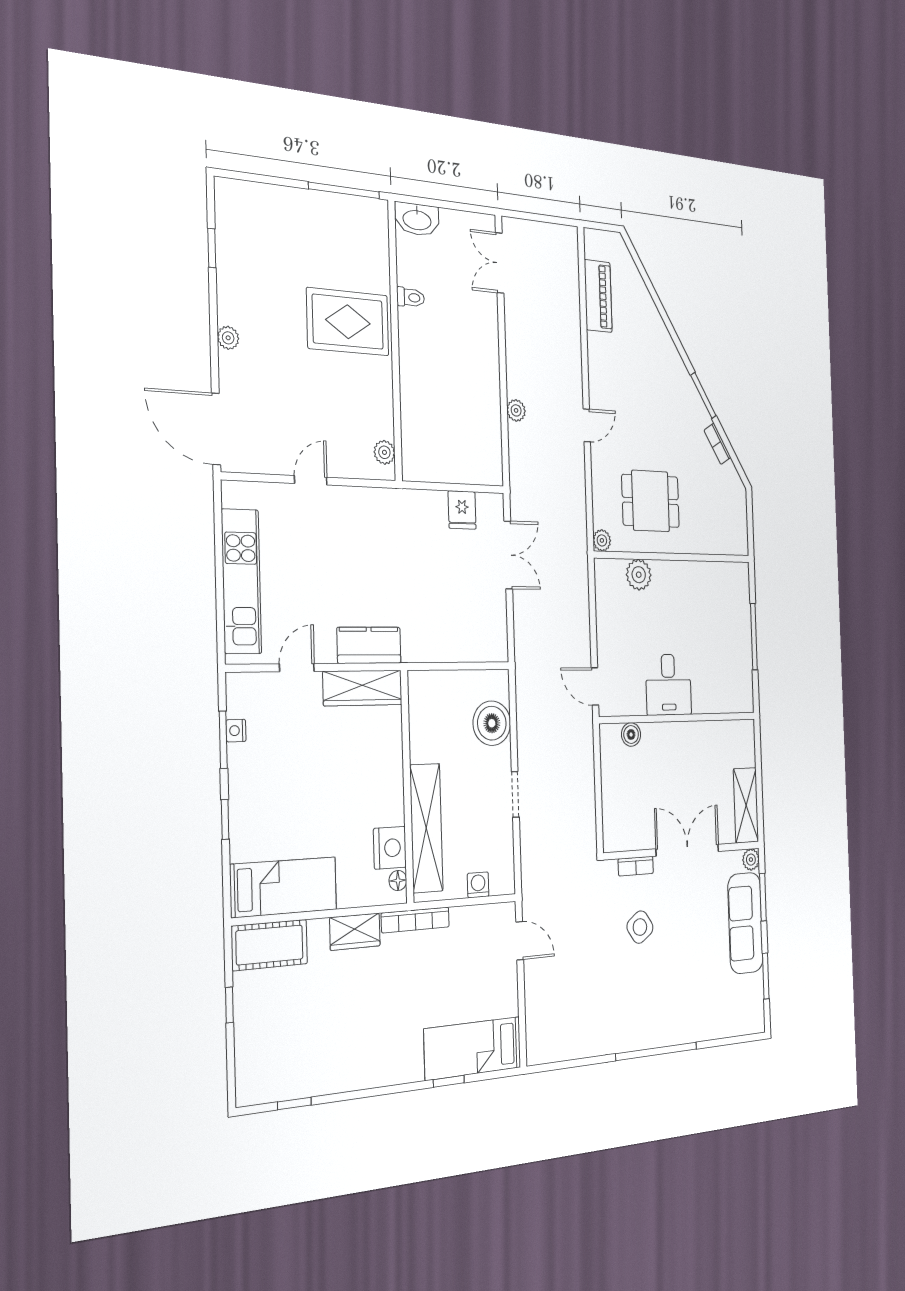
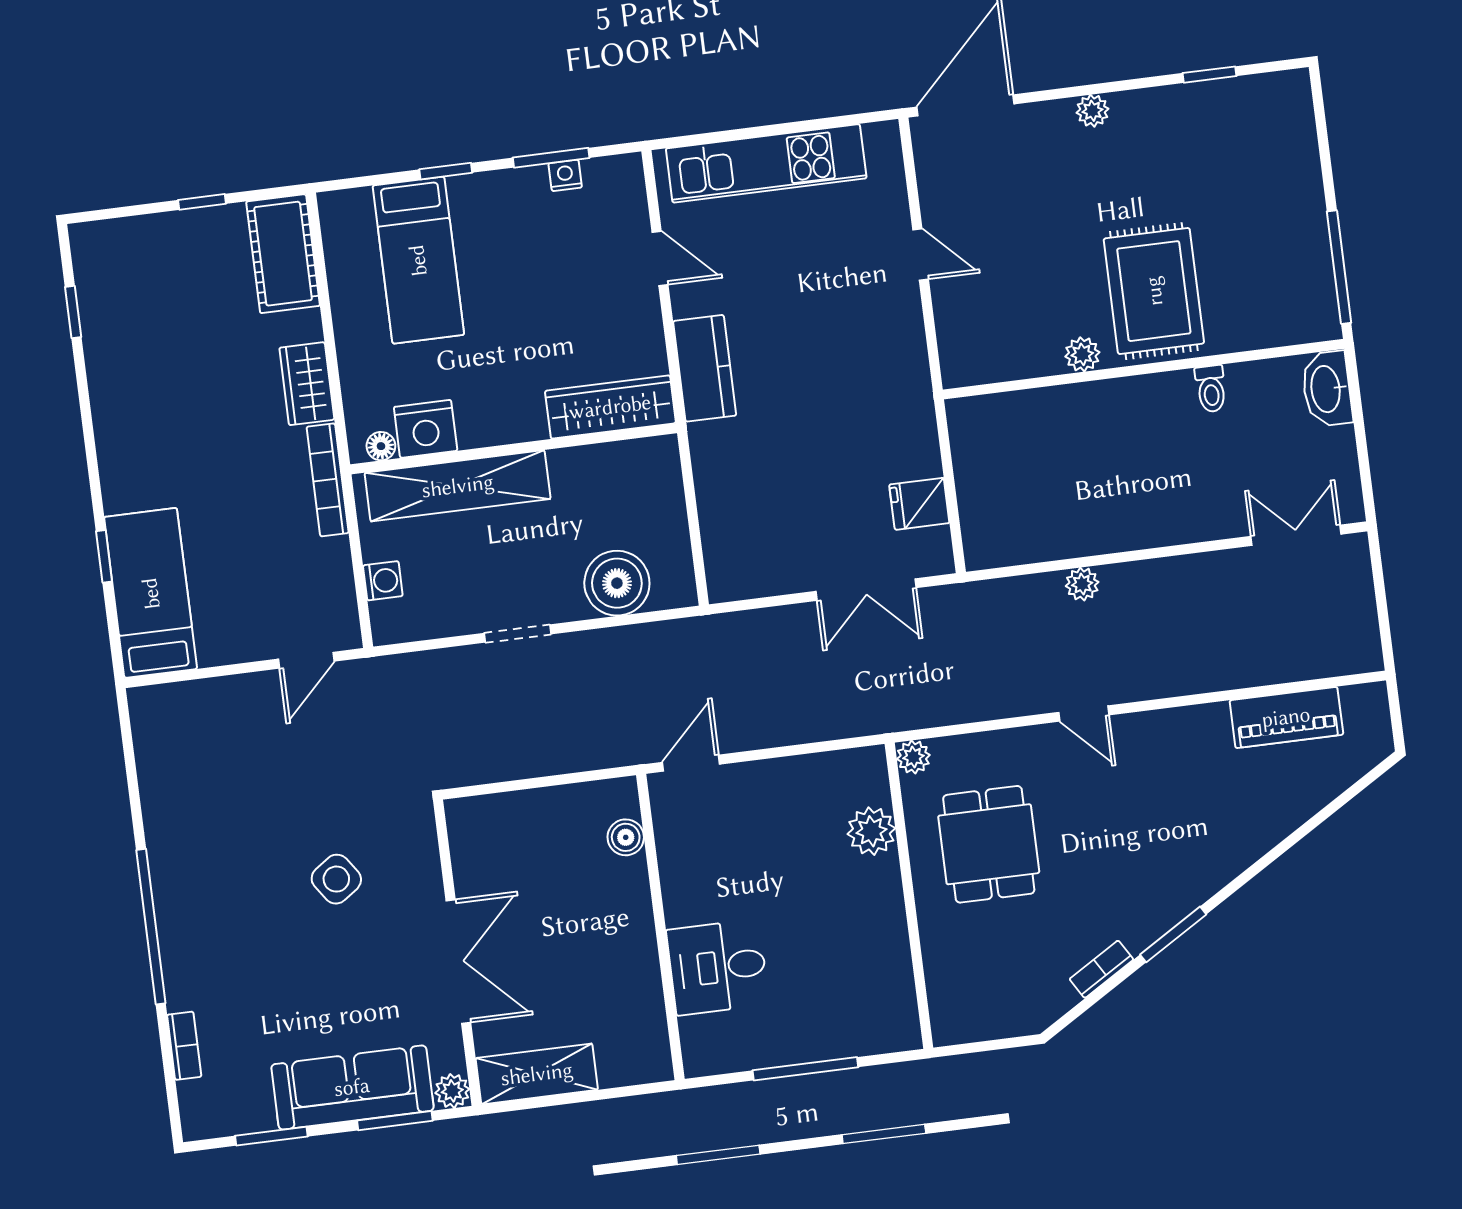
plant: (384, 452) -> (1082, 354), moved
desk: (668, 685) -> (718, 967), moved
wardrobe: (363, 688) -> (610, 407), moved, turned 90
bookcase: (636, 866) -> (184, 1046), moved, turned 180
bed: (284, 887) -> (418, 260), moved

